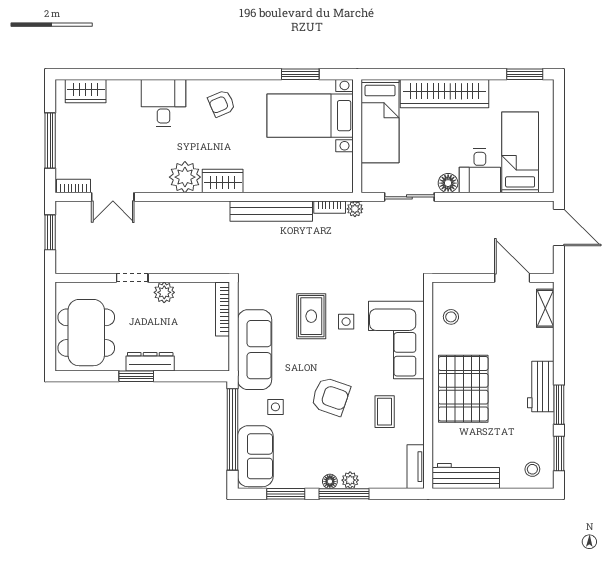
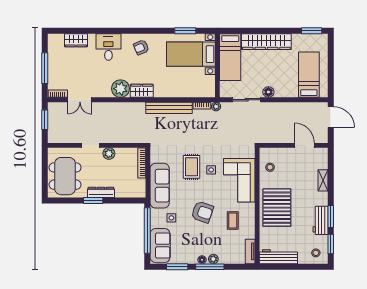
wardrobe: (86, 91) -> (76, 40), moved
desk: (480, 171) -> (286, 85), removed
shelving: (545, 308) -> (323, 180), moved
workbench: (541, 387) -> (320, 220), moved

